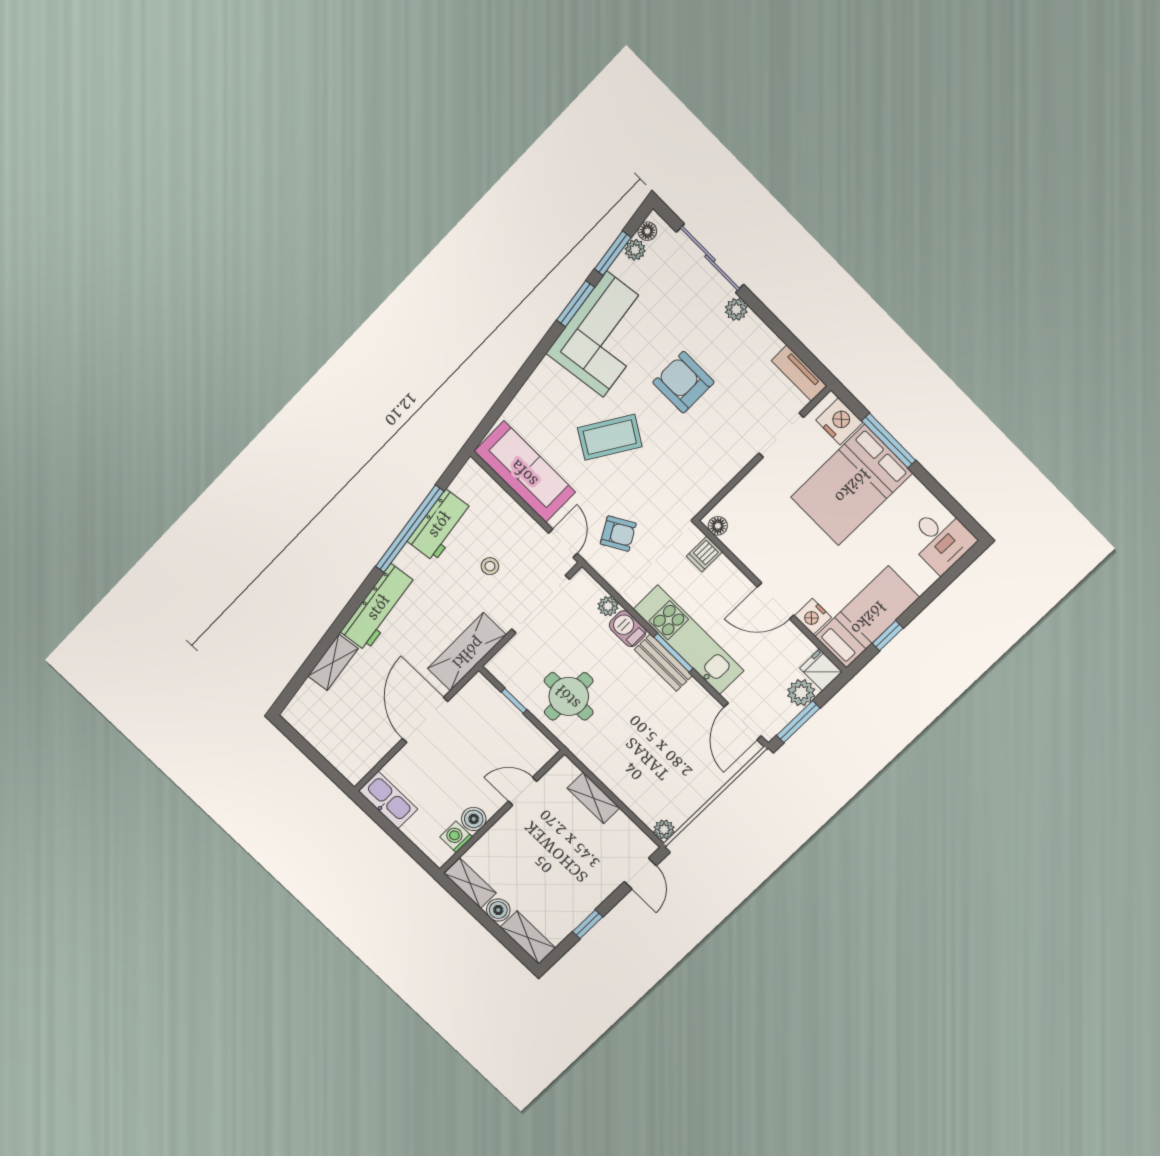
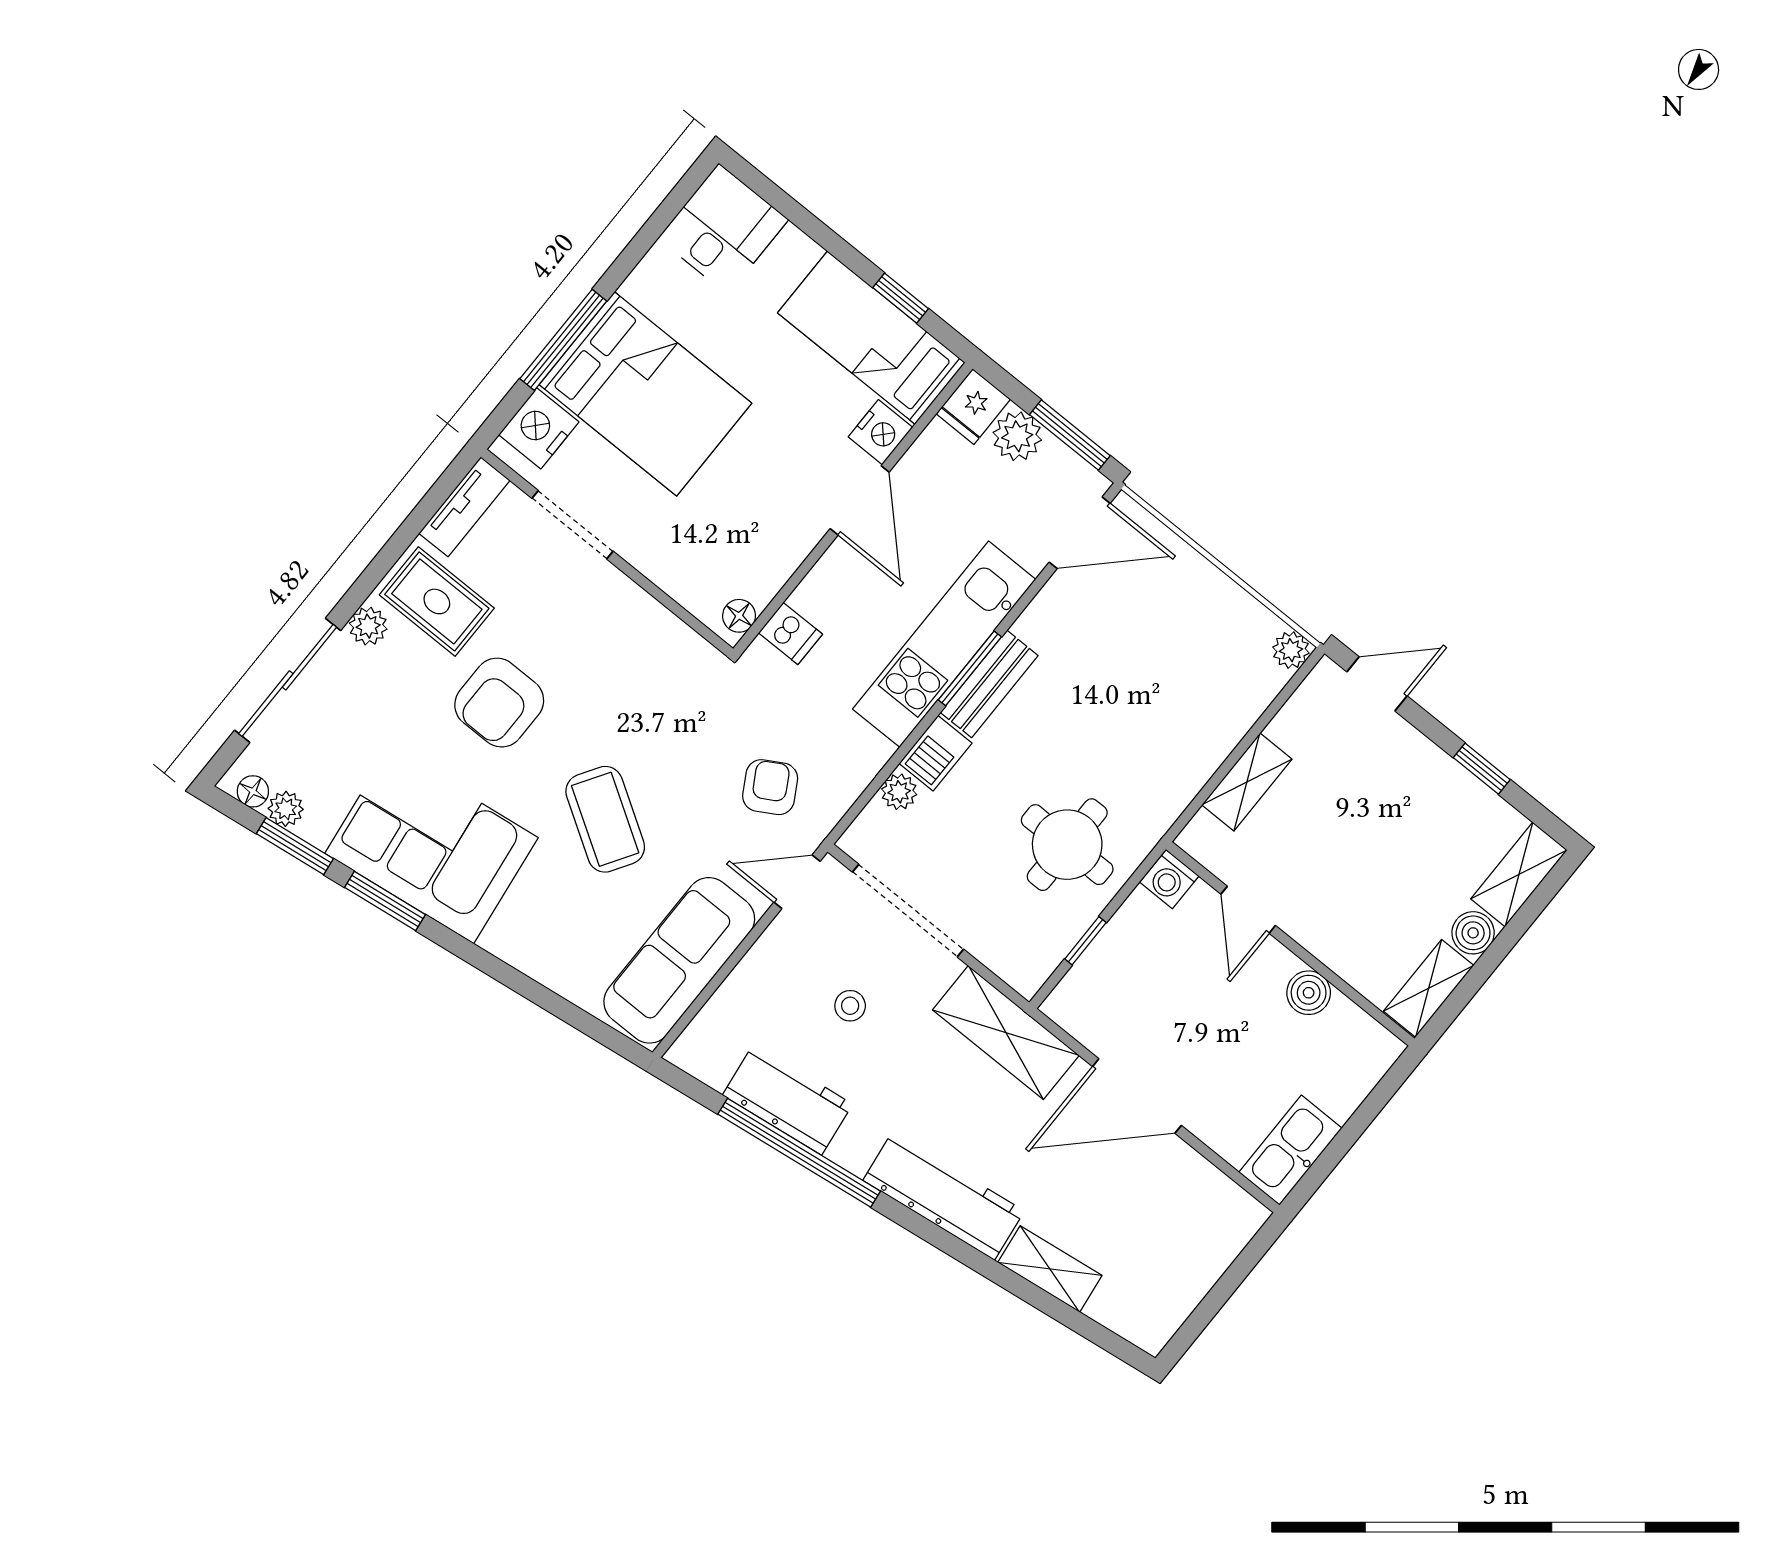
rug: (746, 351) -> (437, 601), added
washing machine: (456, 837) -> (1169, 879), moved

